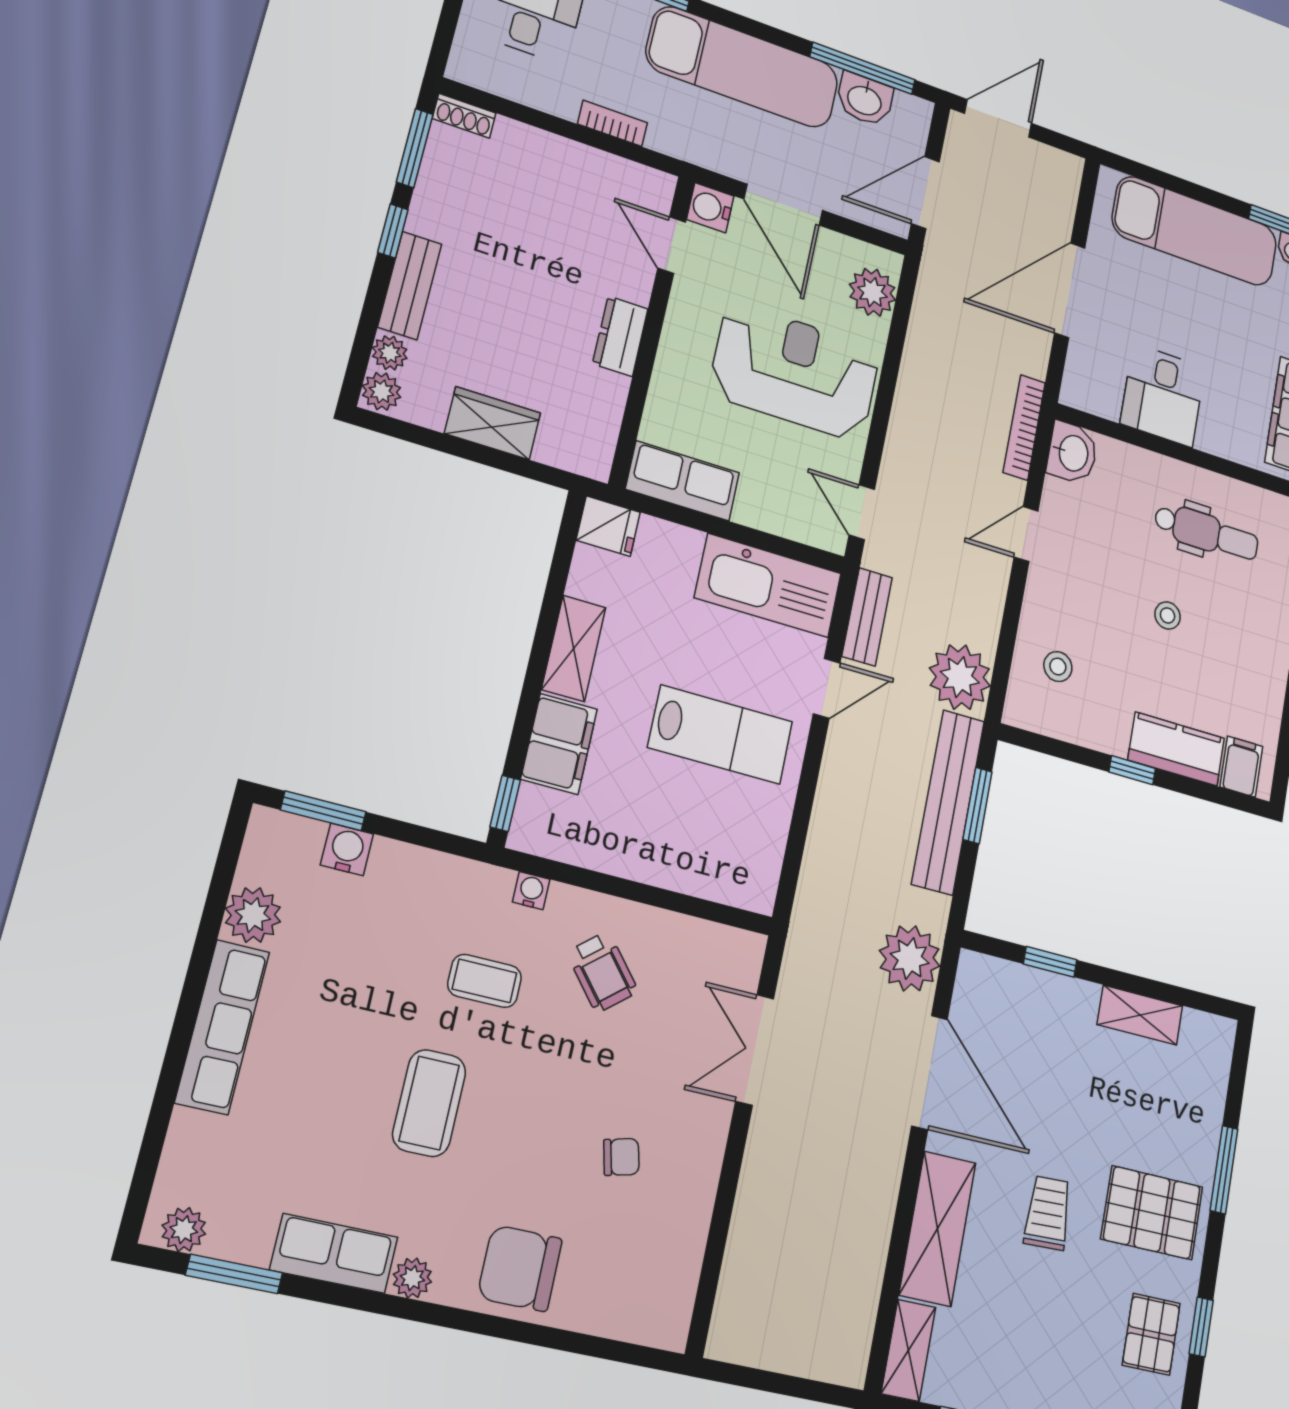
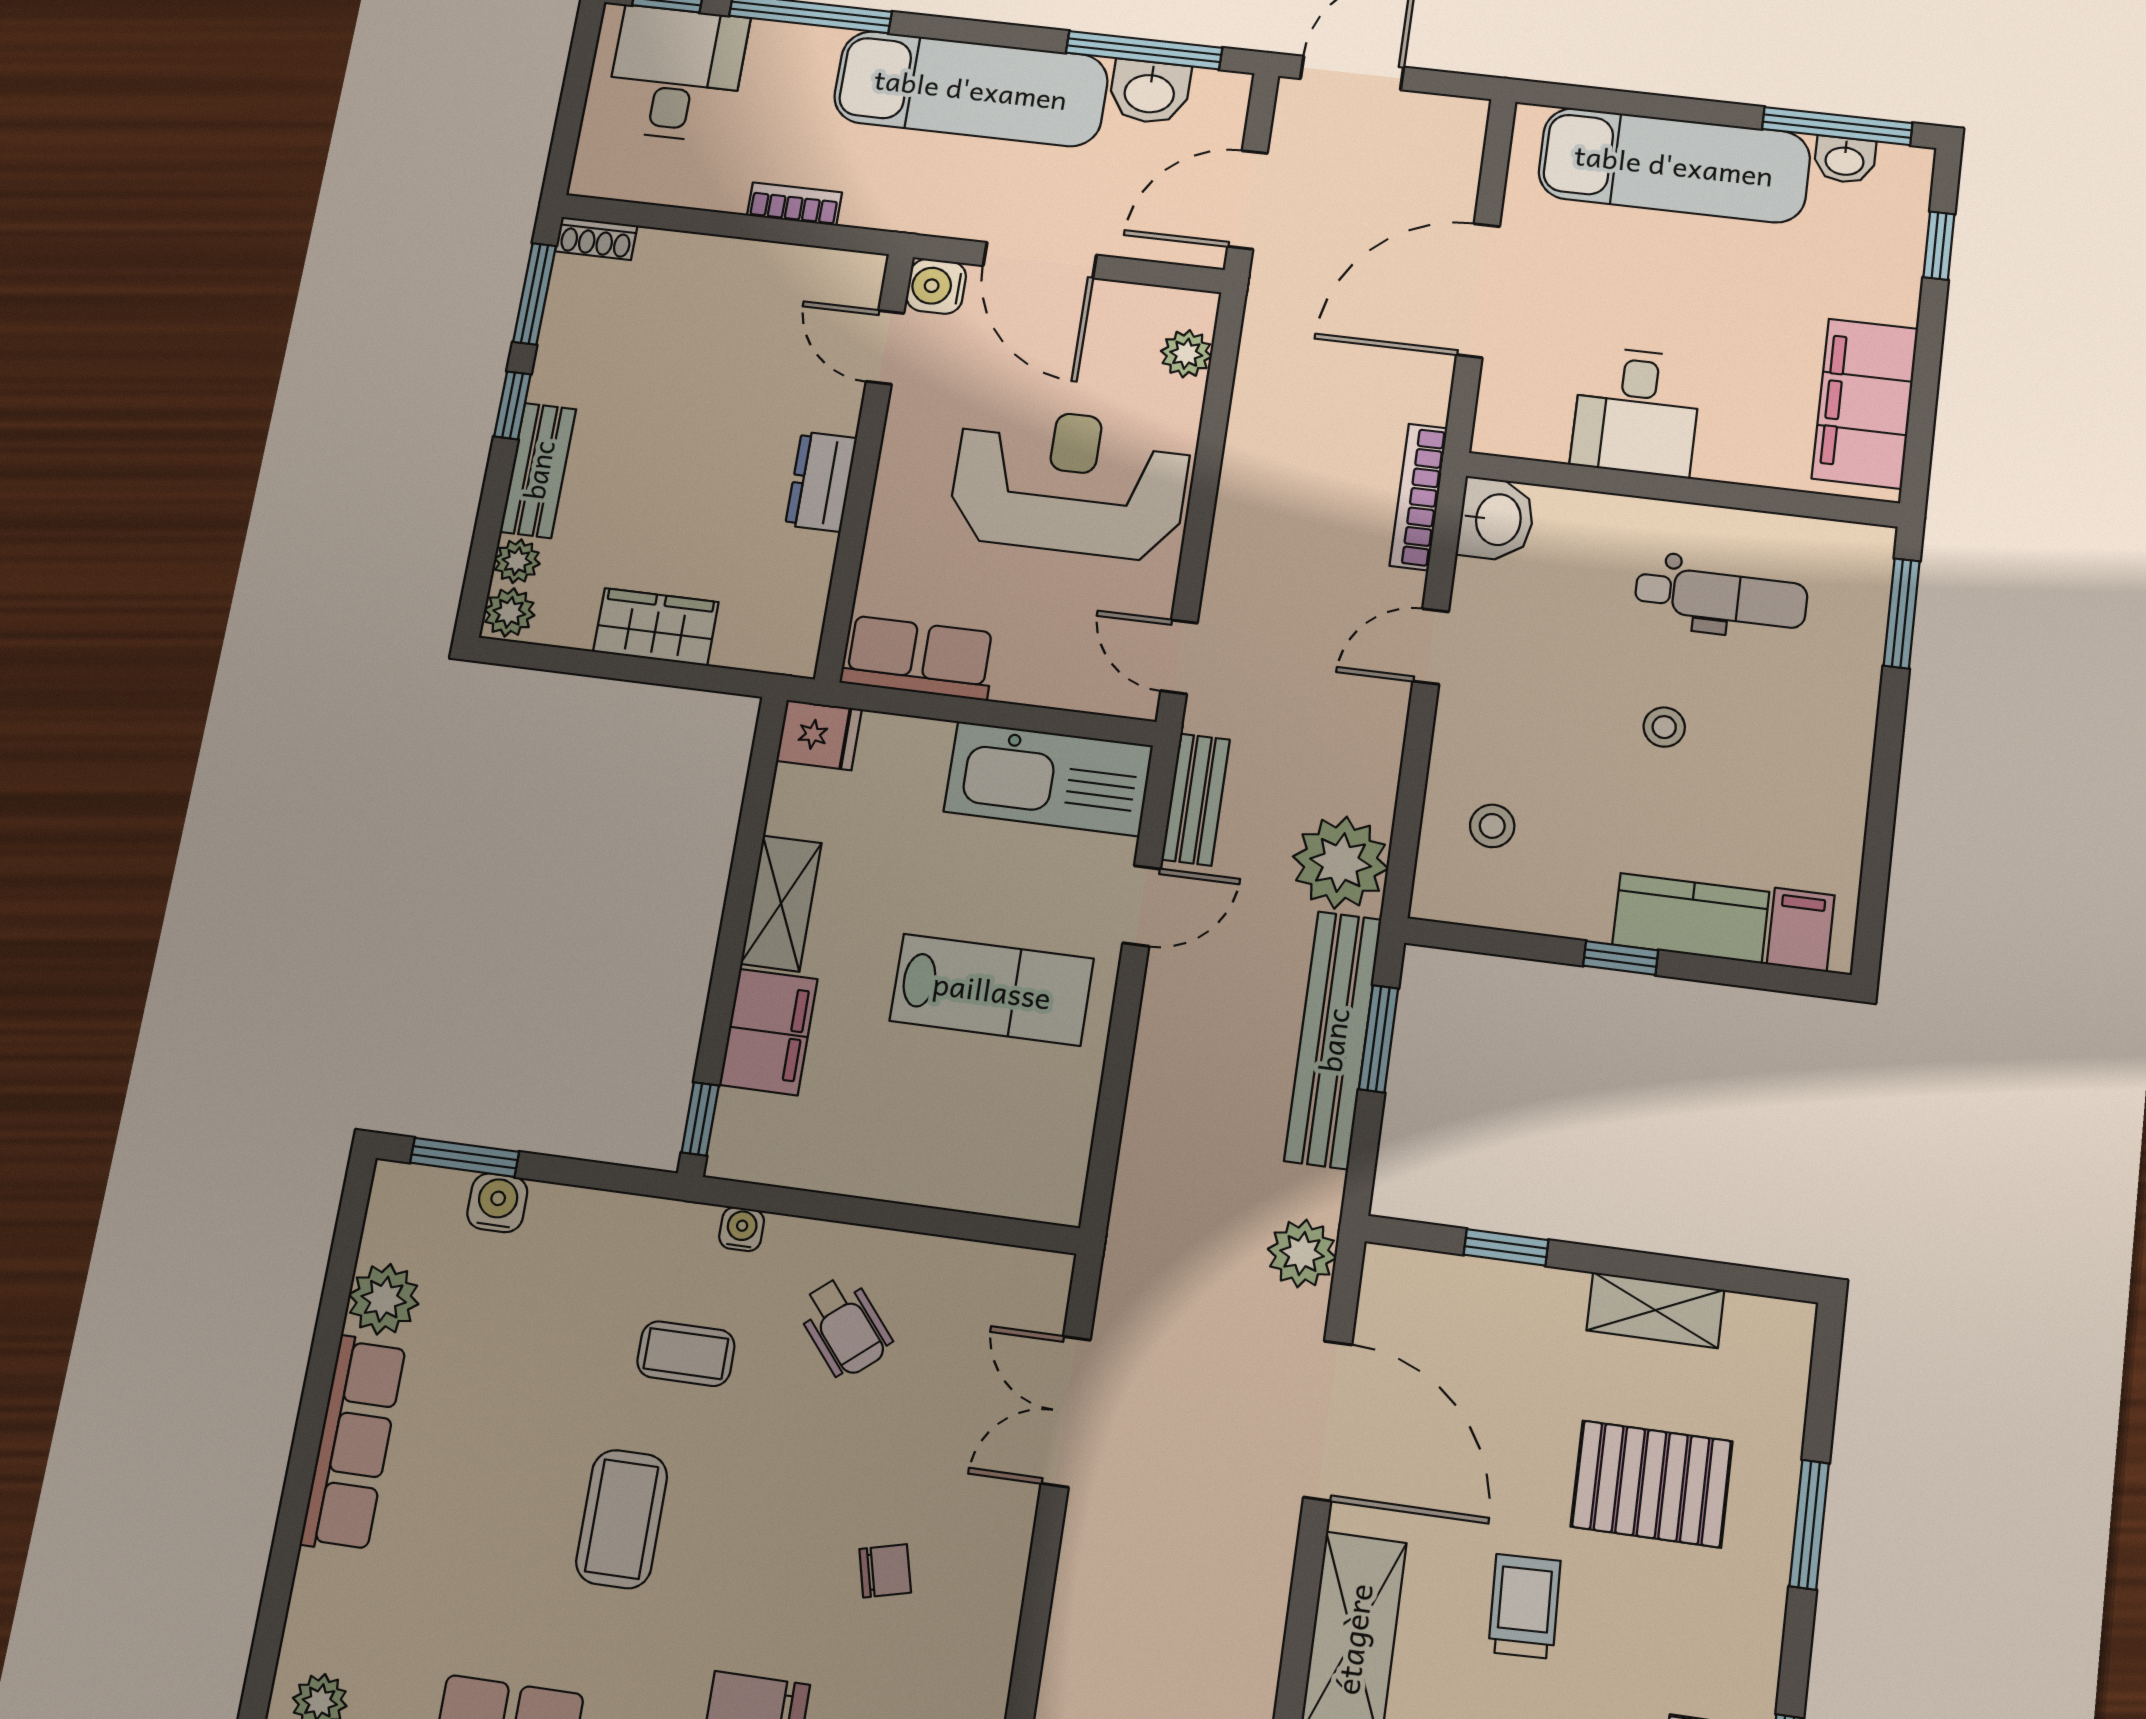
plant: (872, 292) -> (1186, 354), width x0.73, depth x0.73
plant: (910, 958) -> (1302, 1253), width x0.73, depth x0.73
pallet: (1152, 1213) -> (1652, 1484), moved

